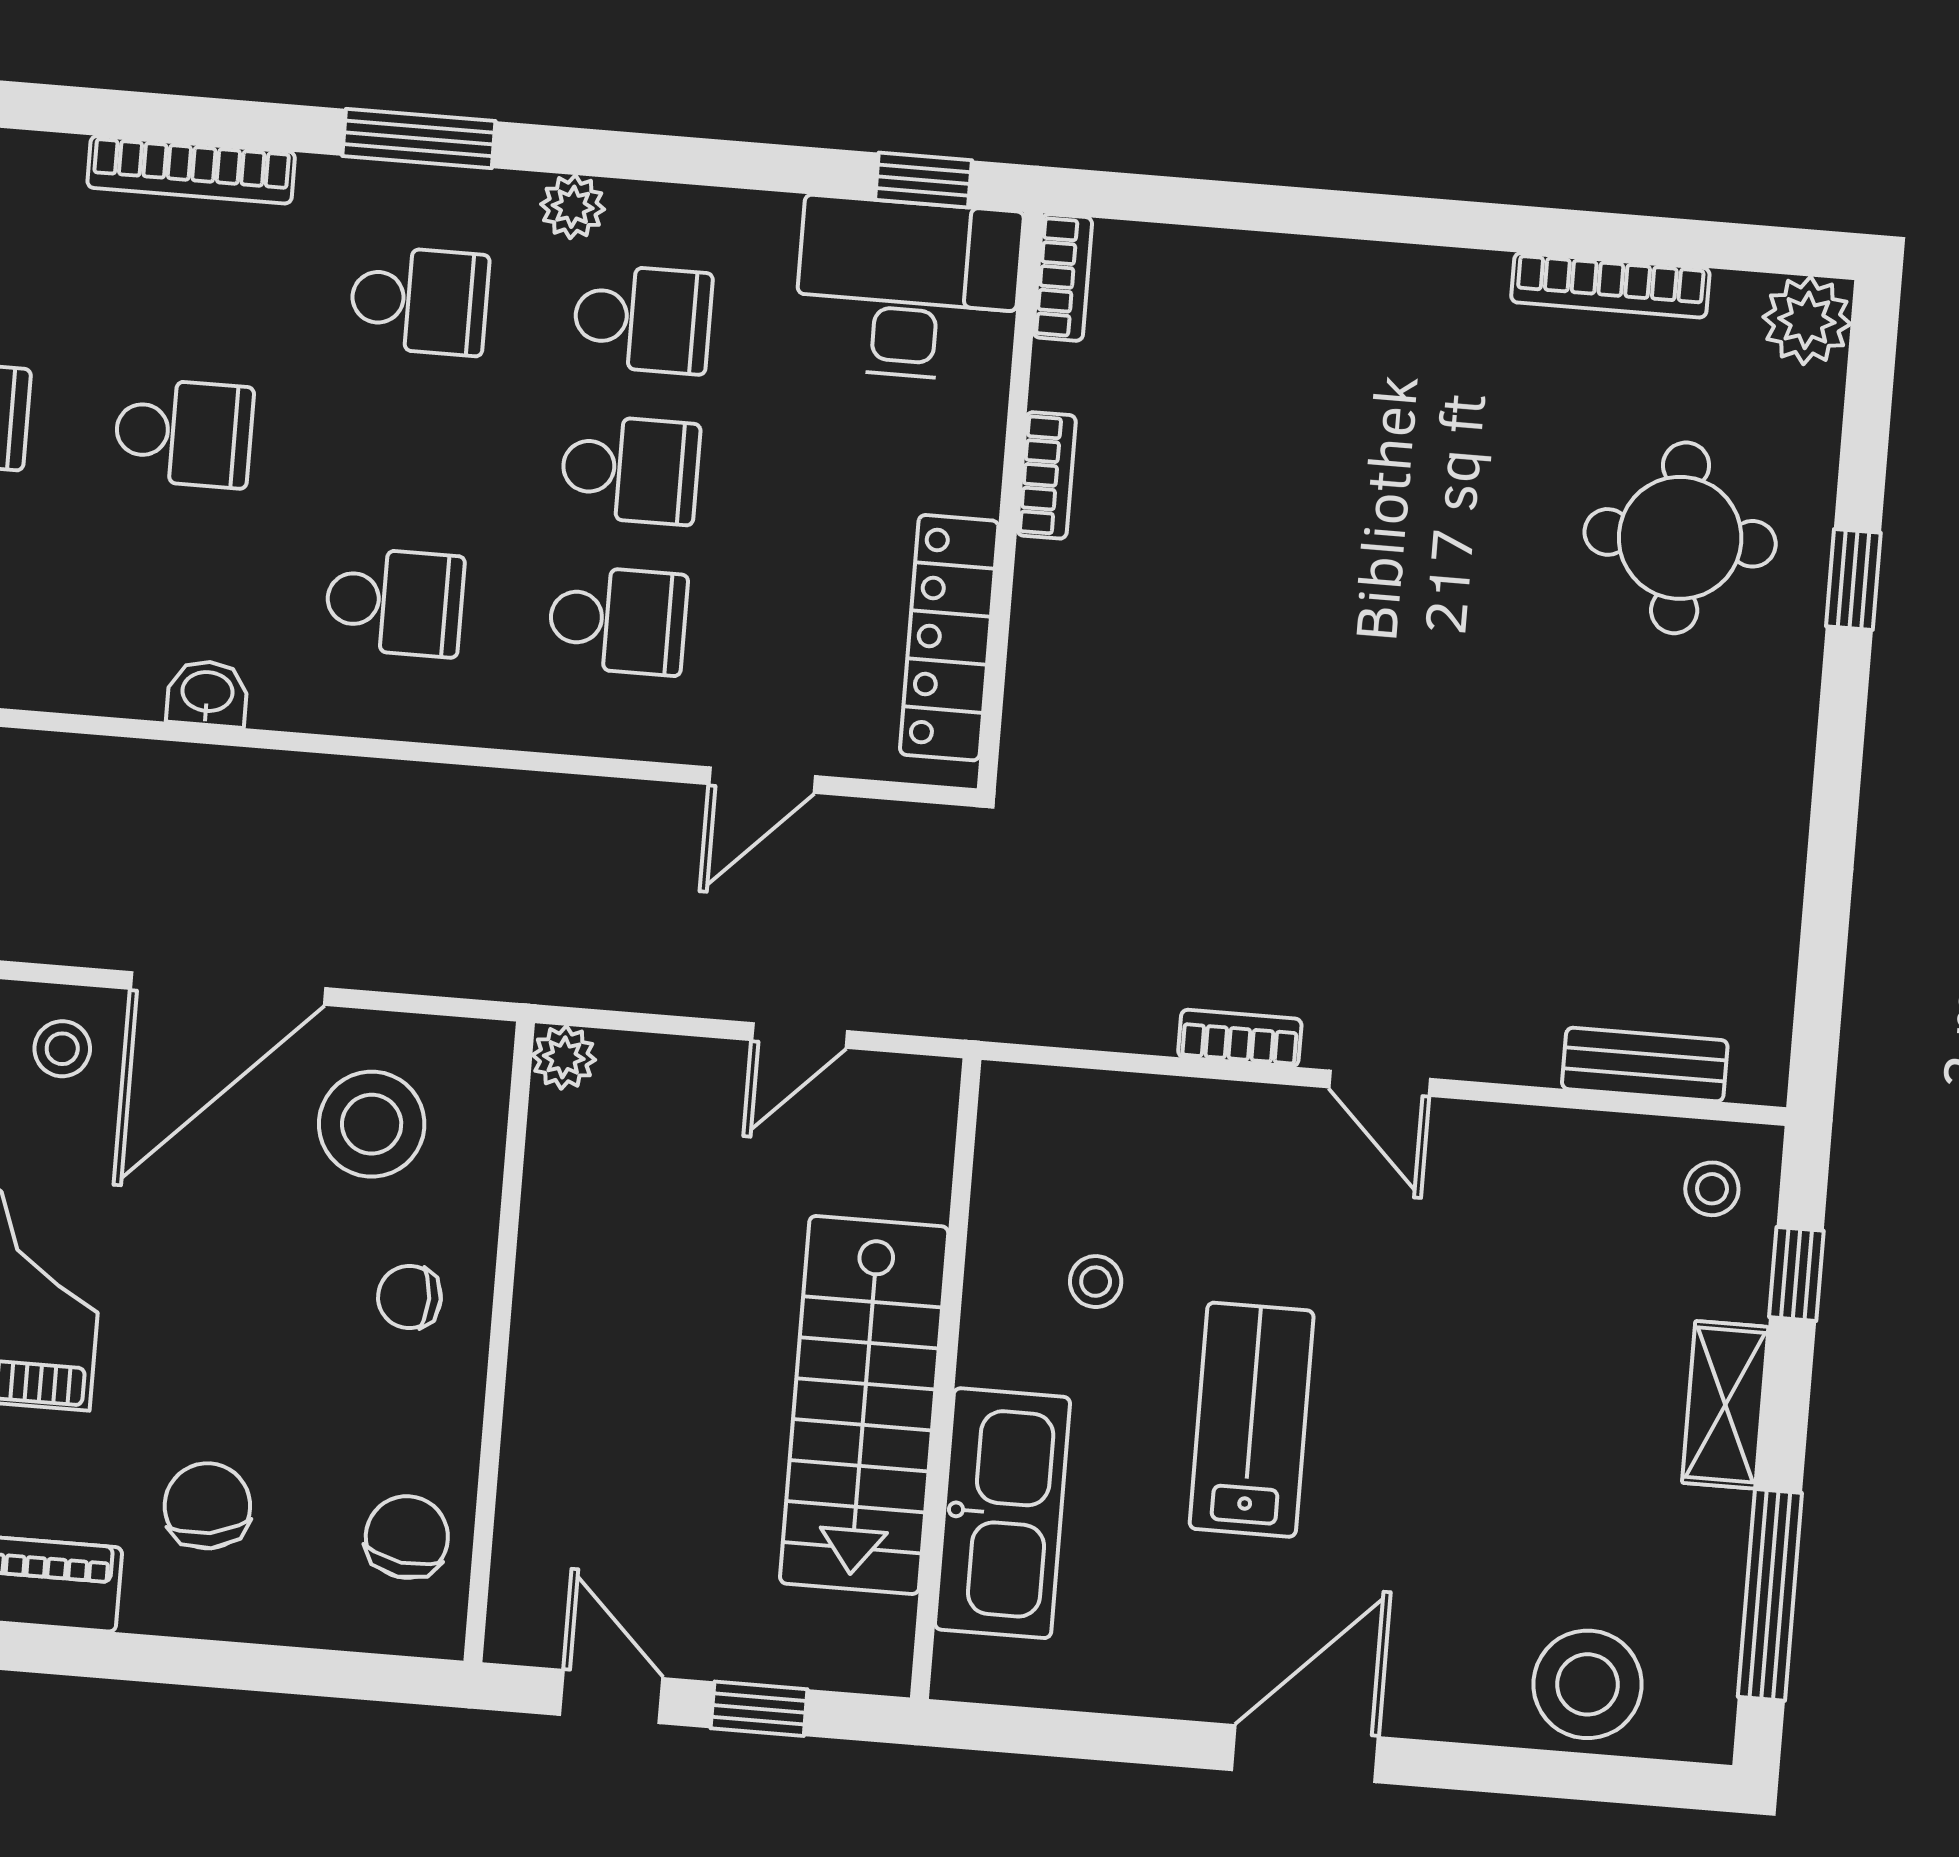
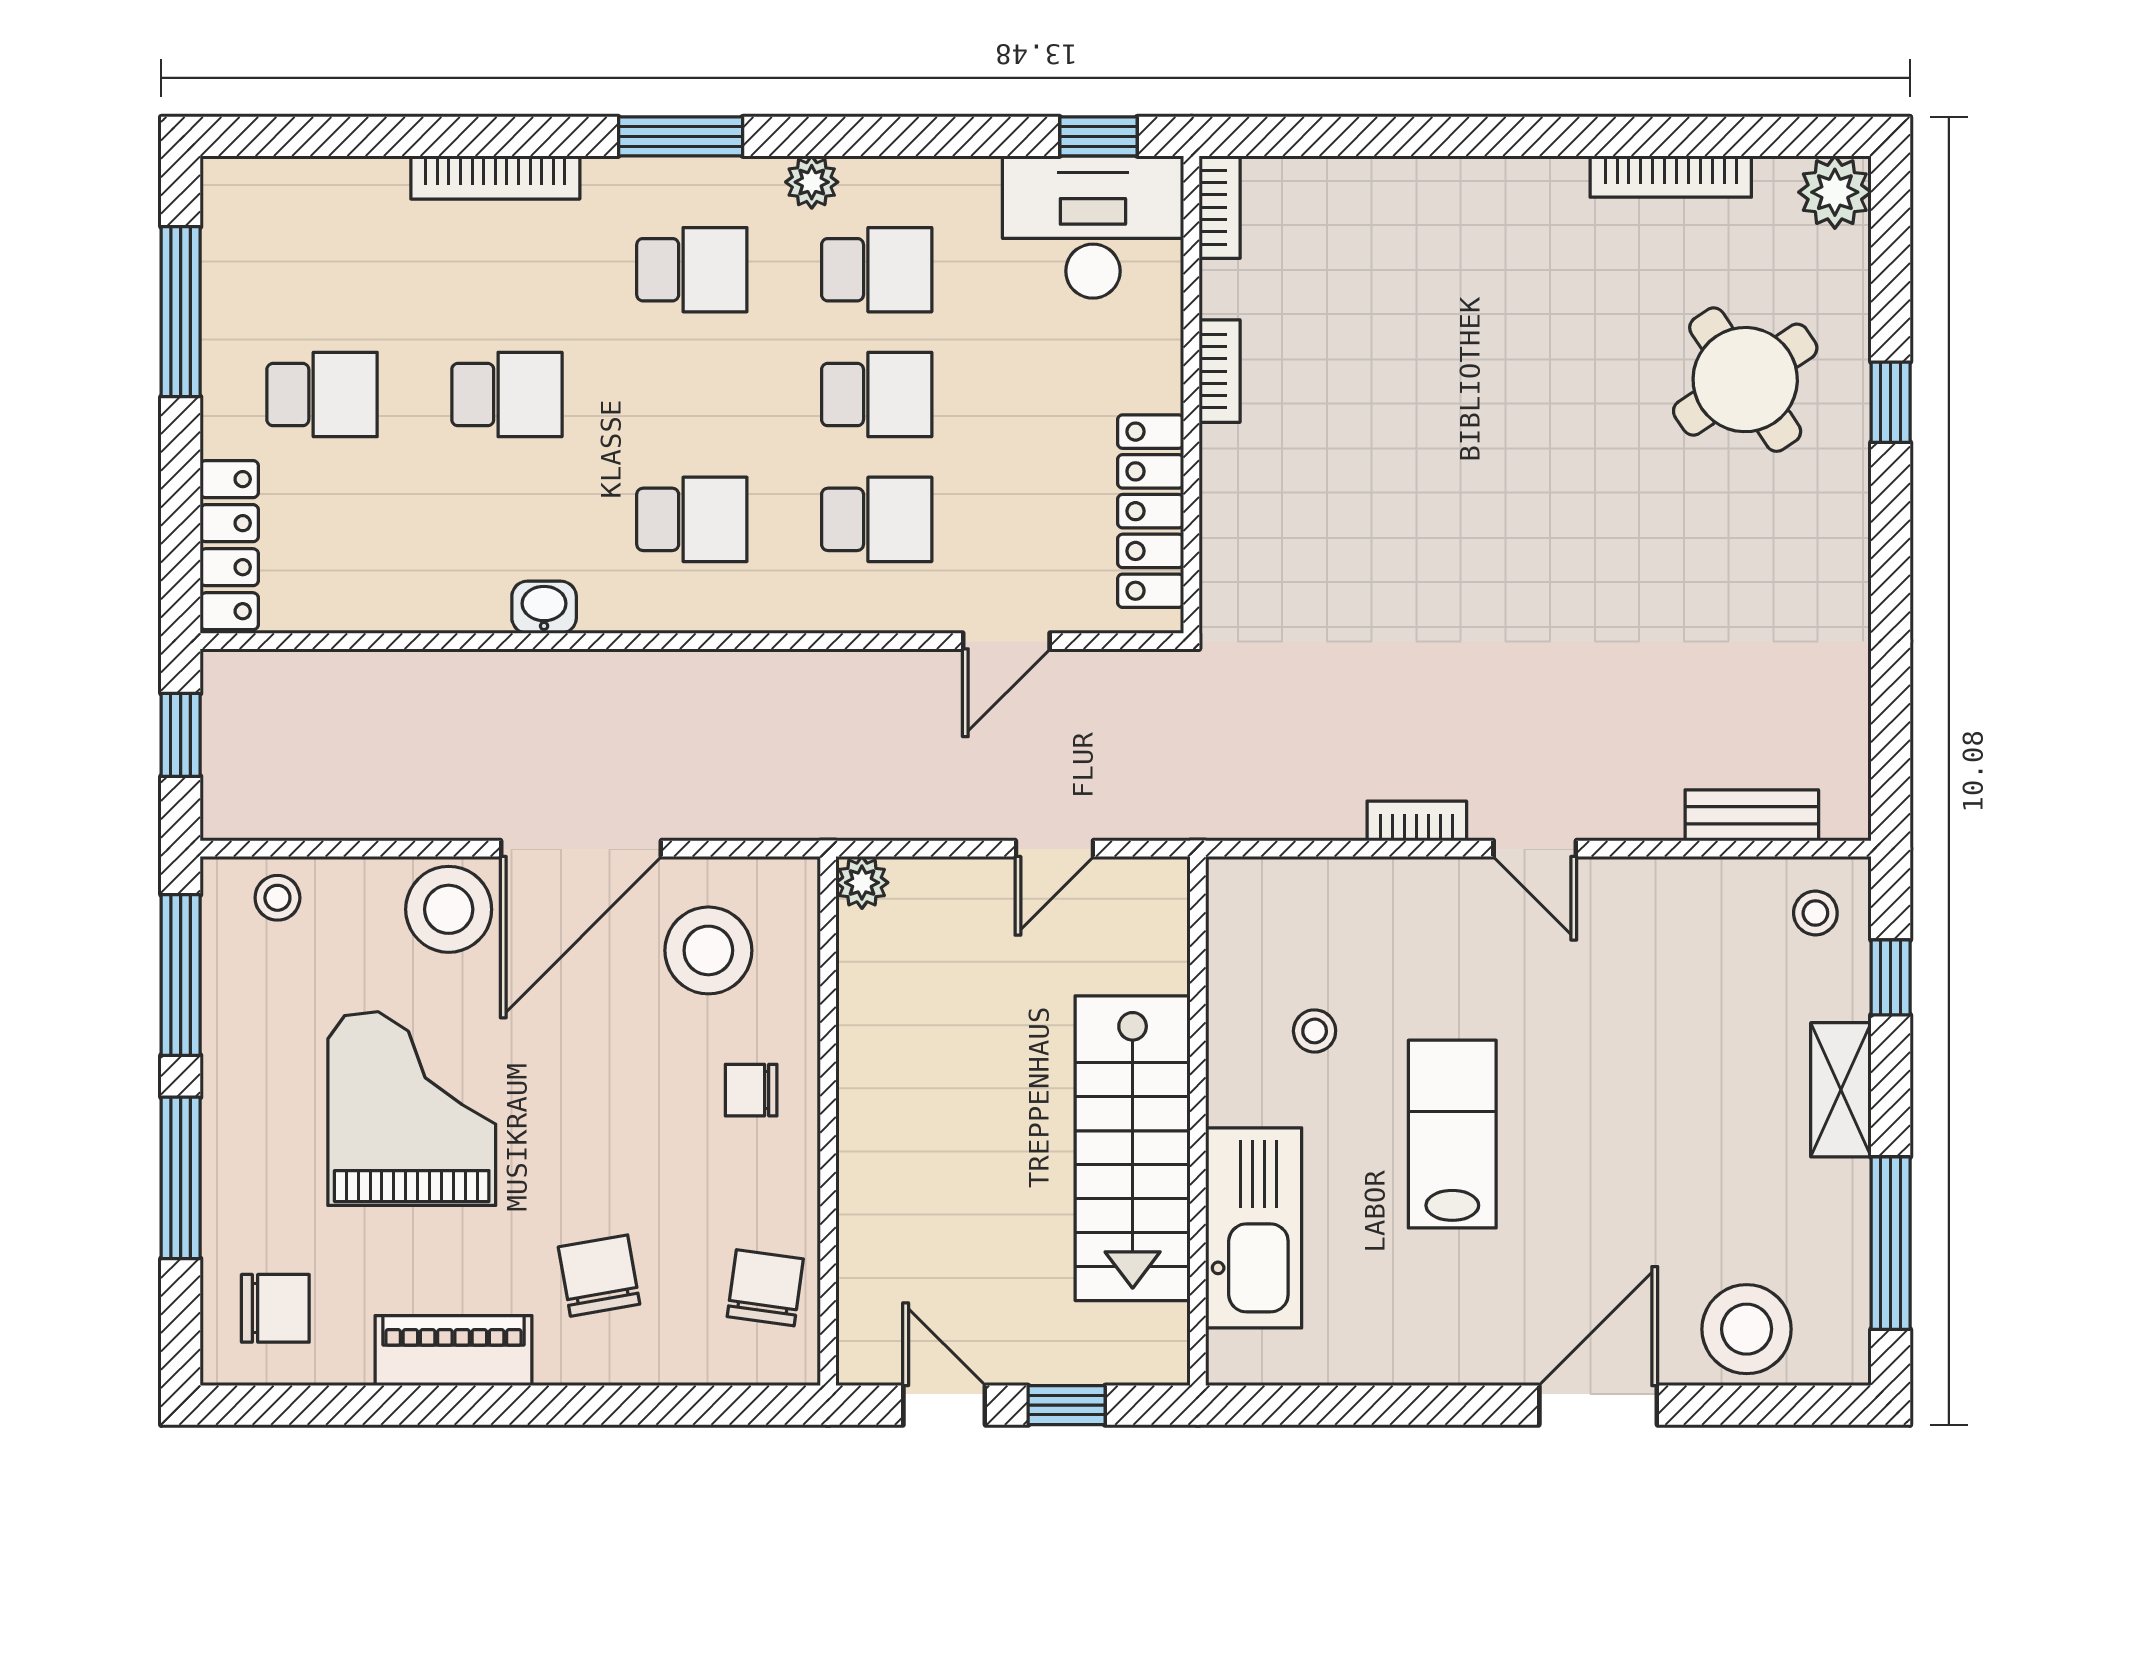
round table: (1680, 538) -> (1745, 380), turned -34
stool: (62, 1049) -> (449, 909), width x1.89, depth x1.89
door: (1305, 1754) -> (1598, 1405), moved

